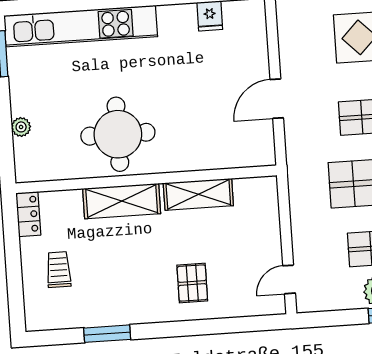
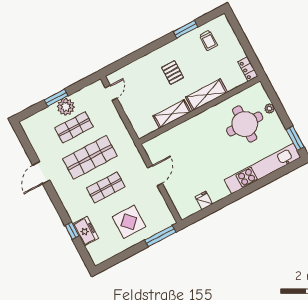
round table: (118, 134) -> (245, 124), moved
trolley: (59, 270) -> (208, 40), moved
pallet: (192, 283) -> (173, 73), moved

